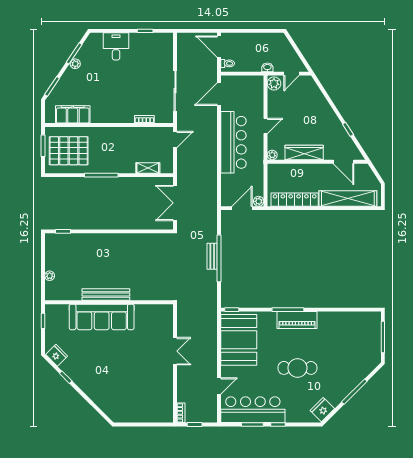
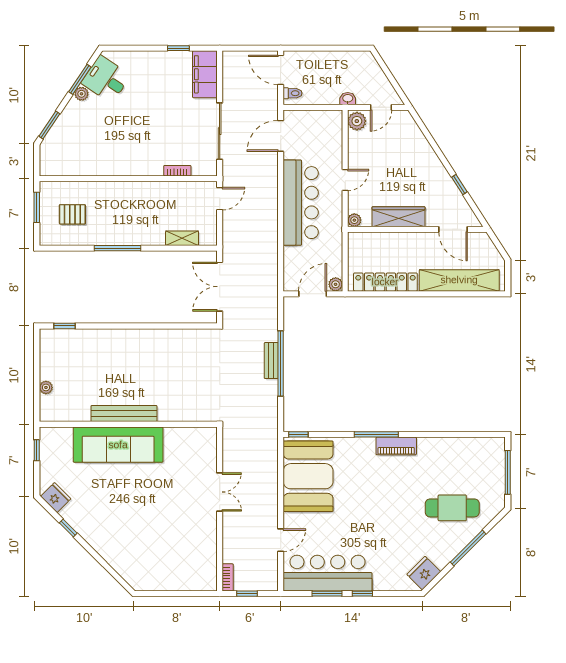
desk: (116, 46) -> (106, 79), moved, turned -56
filing cabinet: (73, 114) -> (205, 74), moved, turned -90
pallet: (69, 151) -> (72, 214), width x0.49, depth x0.50
piano: (297, 320) -> (396, 446), width x0.73, depth x0.75
cafe table: (297, 368) -> (452, 508), moved

